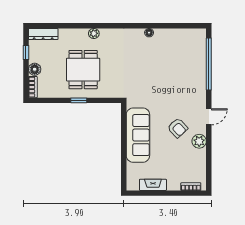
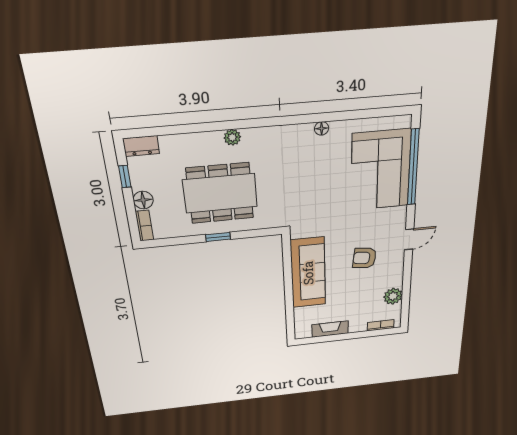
dresser: (43, 34) -> (141, 146), width x0.70
corner sofa: (187, 64) -> (381, 170), added
dining table: (83, 70) -> (220, 193), width x1.38
armchair: (178, 128) -> (364, 258), turned 140
plant: (199, 141) -> (393, 296), moved

